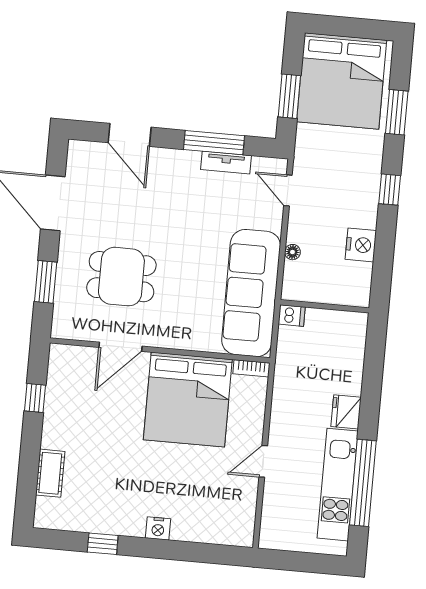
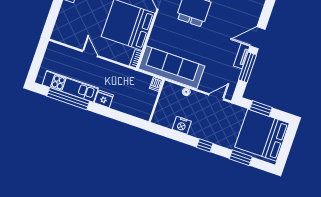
door: (130, 135) -> (258, 38), moved
tv unit: (226, 163) -> (242, 56), moved

